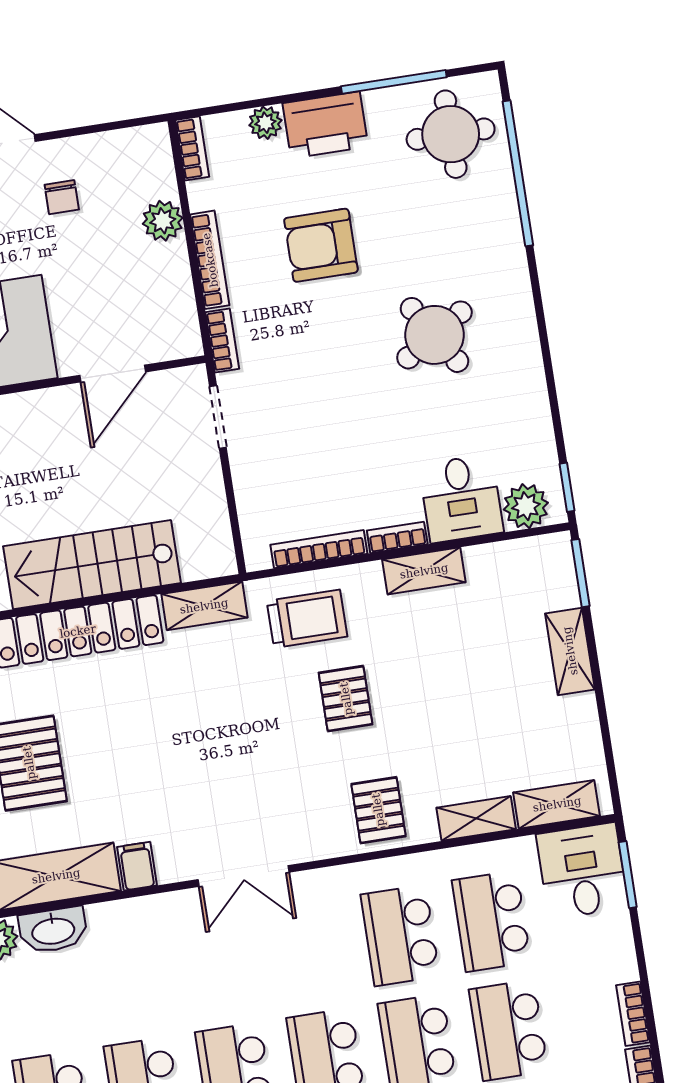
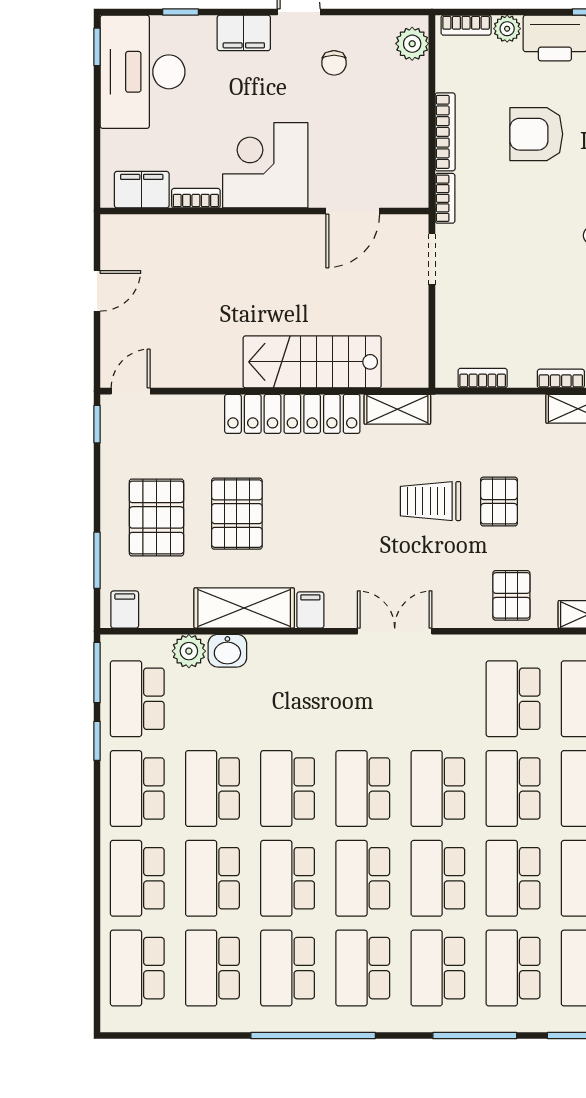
bookcase: (192, 148) -> (466, 25), moved, turned 90
plant: (163, 221) -> (412, 44), moved
bookcase: (319, 549) -> (483, 378), width x0.64
trolley: (307, 619) -> (431, 501), moved, turned 180
double door: (243, 876) -> (395, 631), swing flipped
washbasin: (53, 930) -> (227, 651), width x0.72

